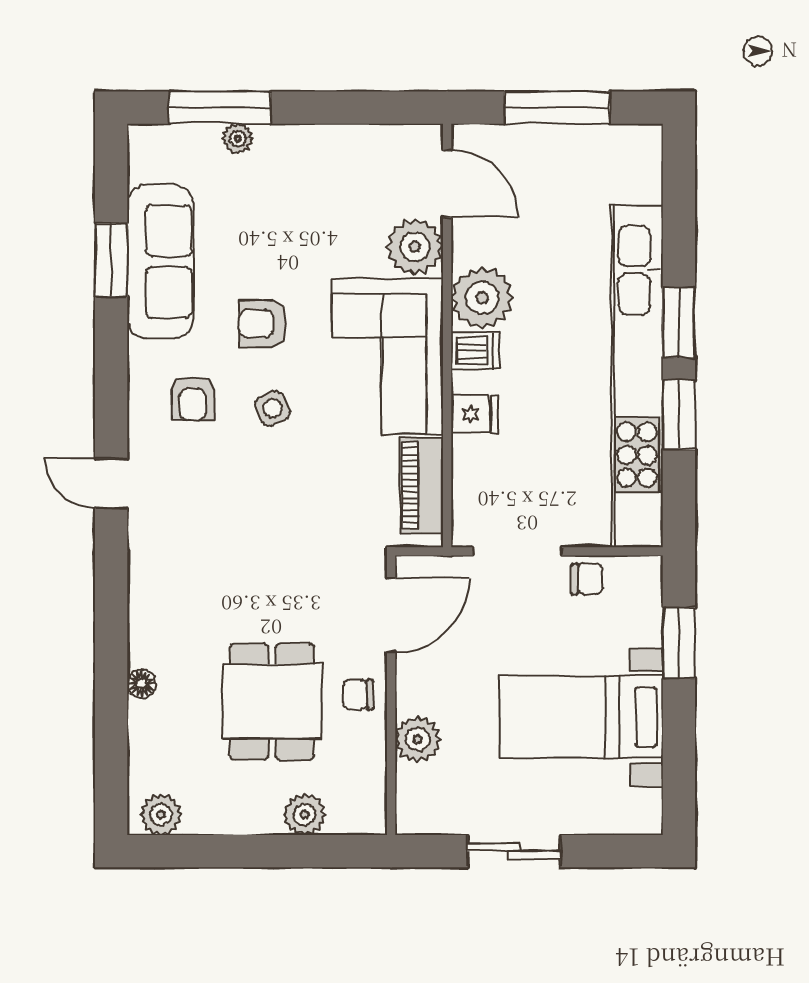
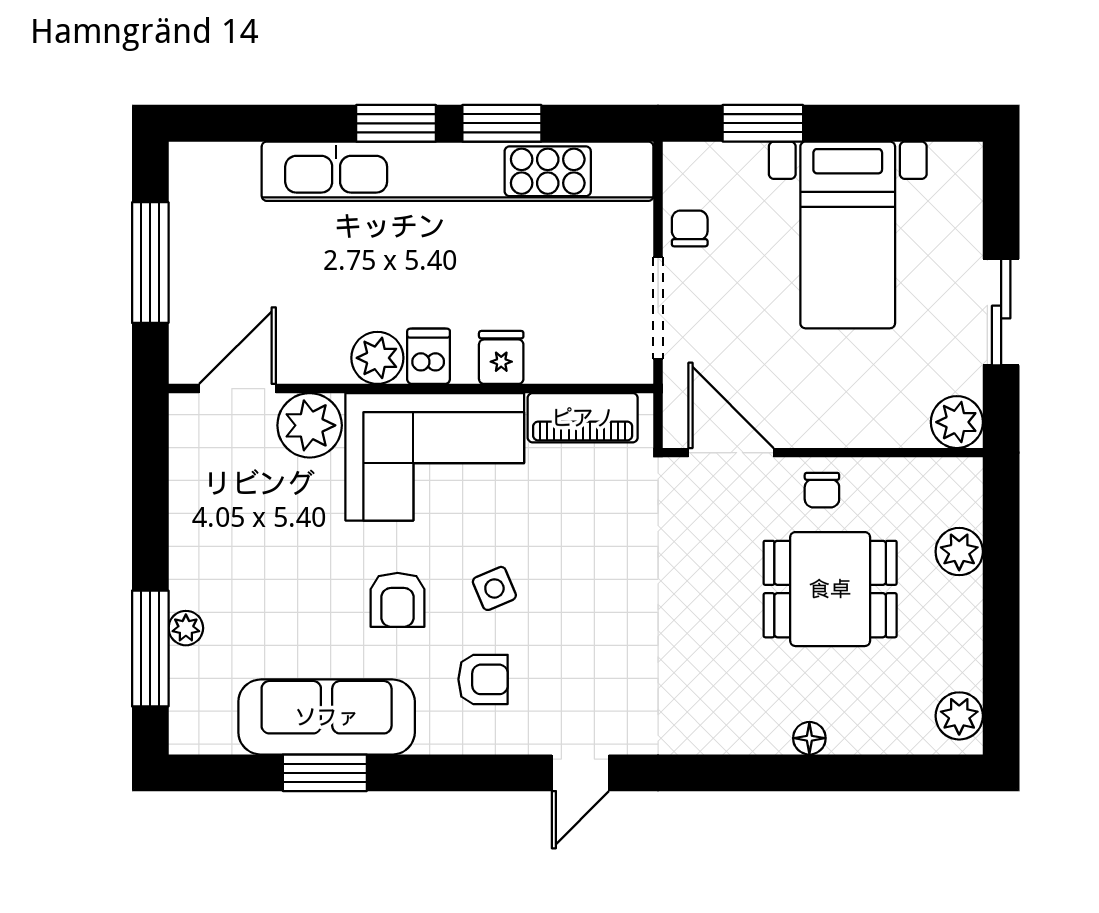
plant: (482, 298) -> (377, 358), width x0.73, depth x0.73
plant: (418, 739) -> (957, 422), moved

